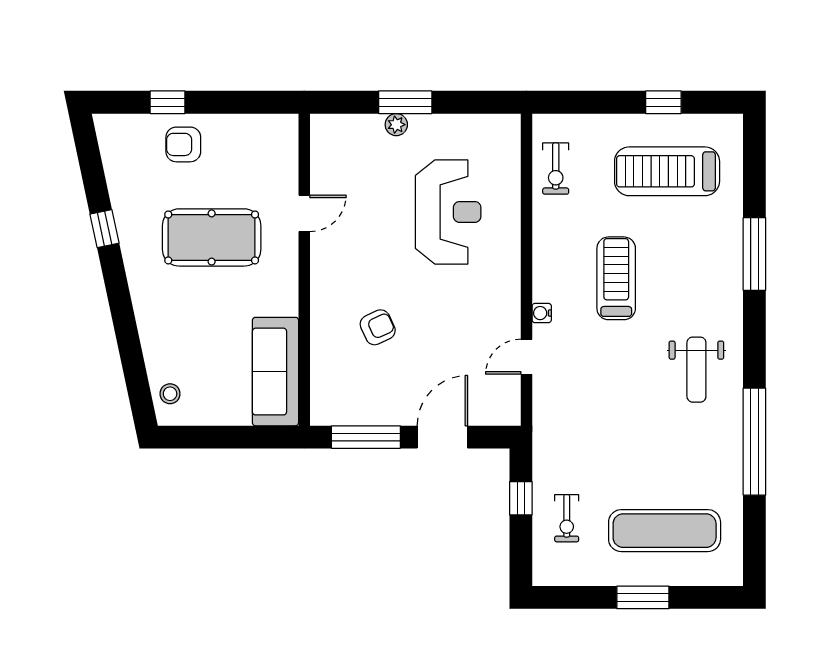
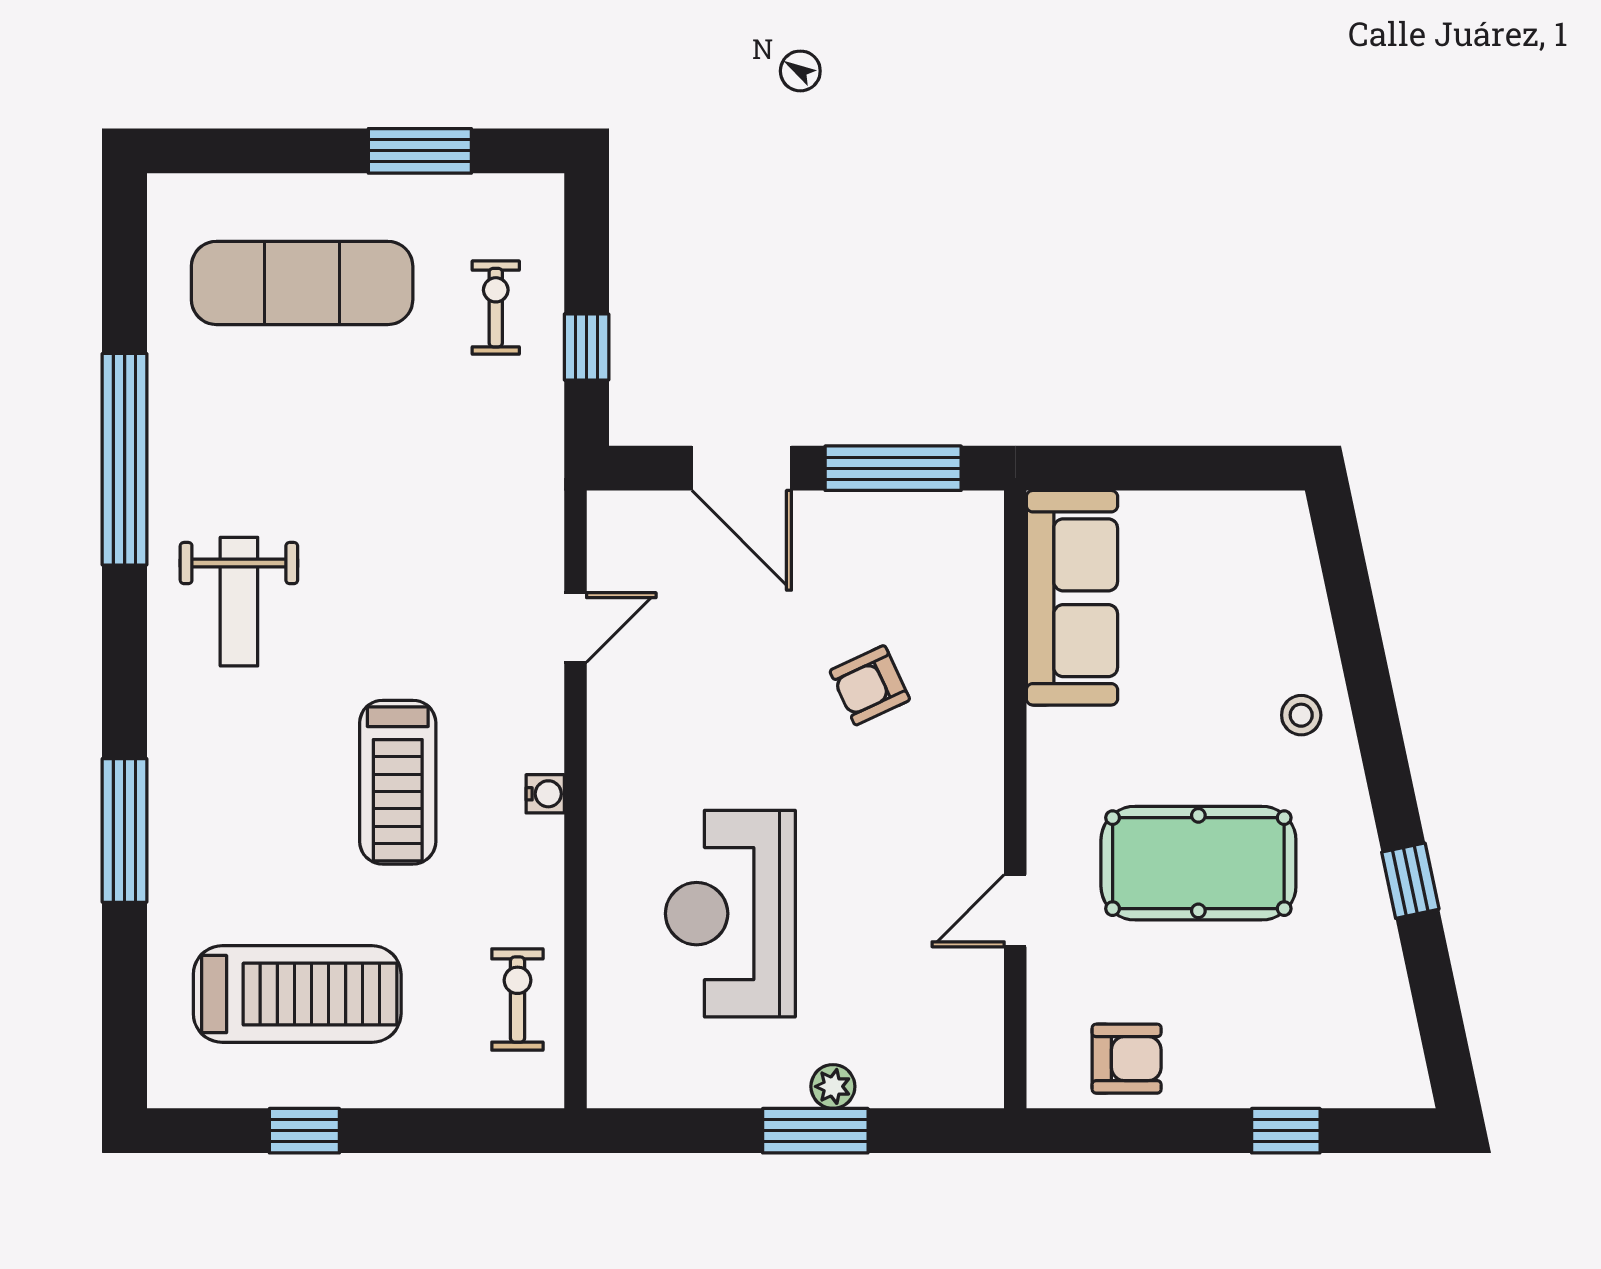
armchair: (183, 144) -> (1127, 1059), moved
water cooler: (542, 313) -> (545, 794), moved
weight bench: (696, 370) -> (239, 602), turned 180
stool: (170, 394) -> (1301, 715), moved
door: (442, 437) -> (742, 468), hinge flipped
window: (643, 597) -> (420, 151), moved

